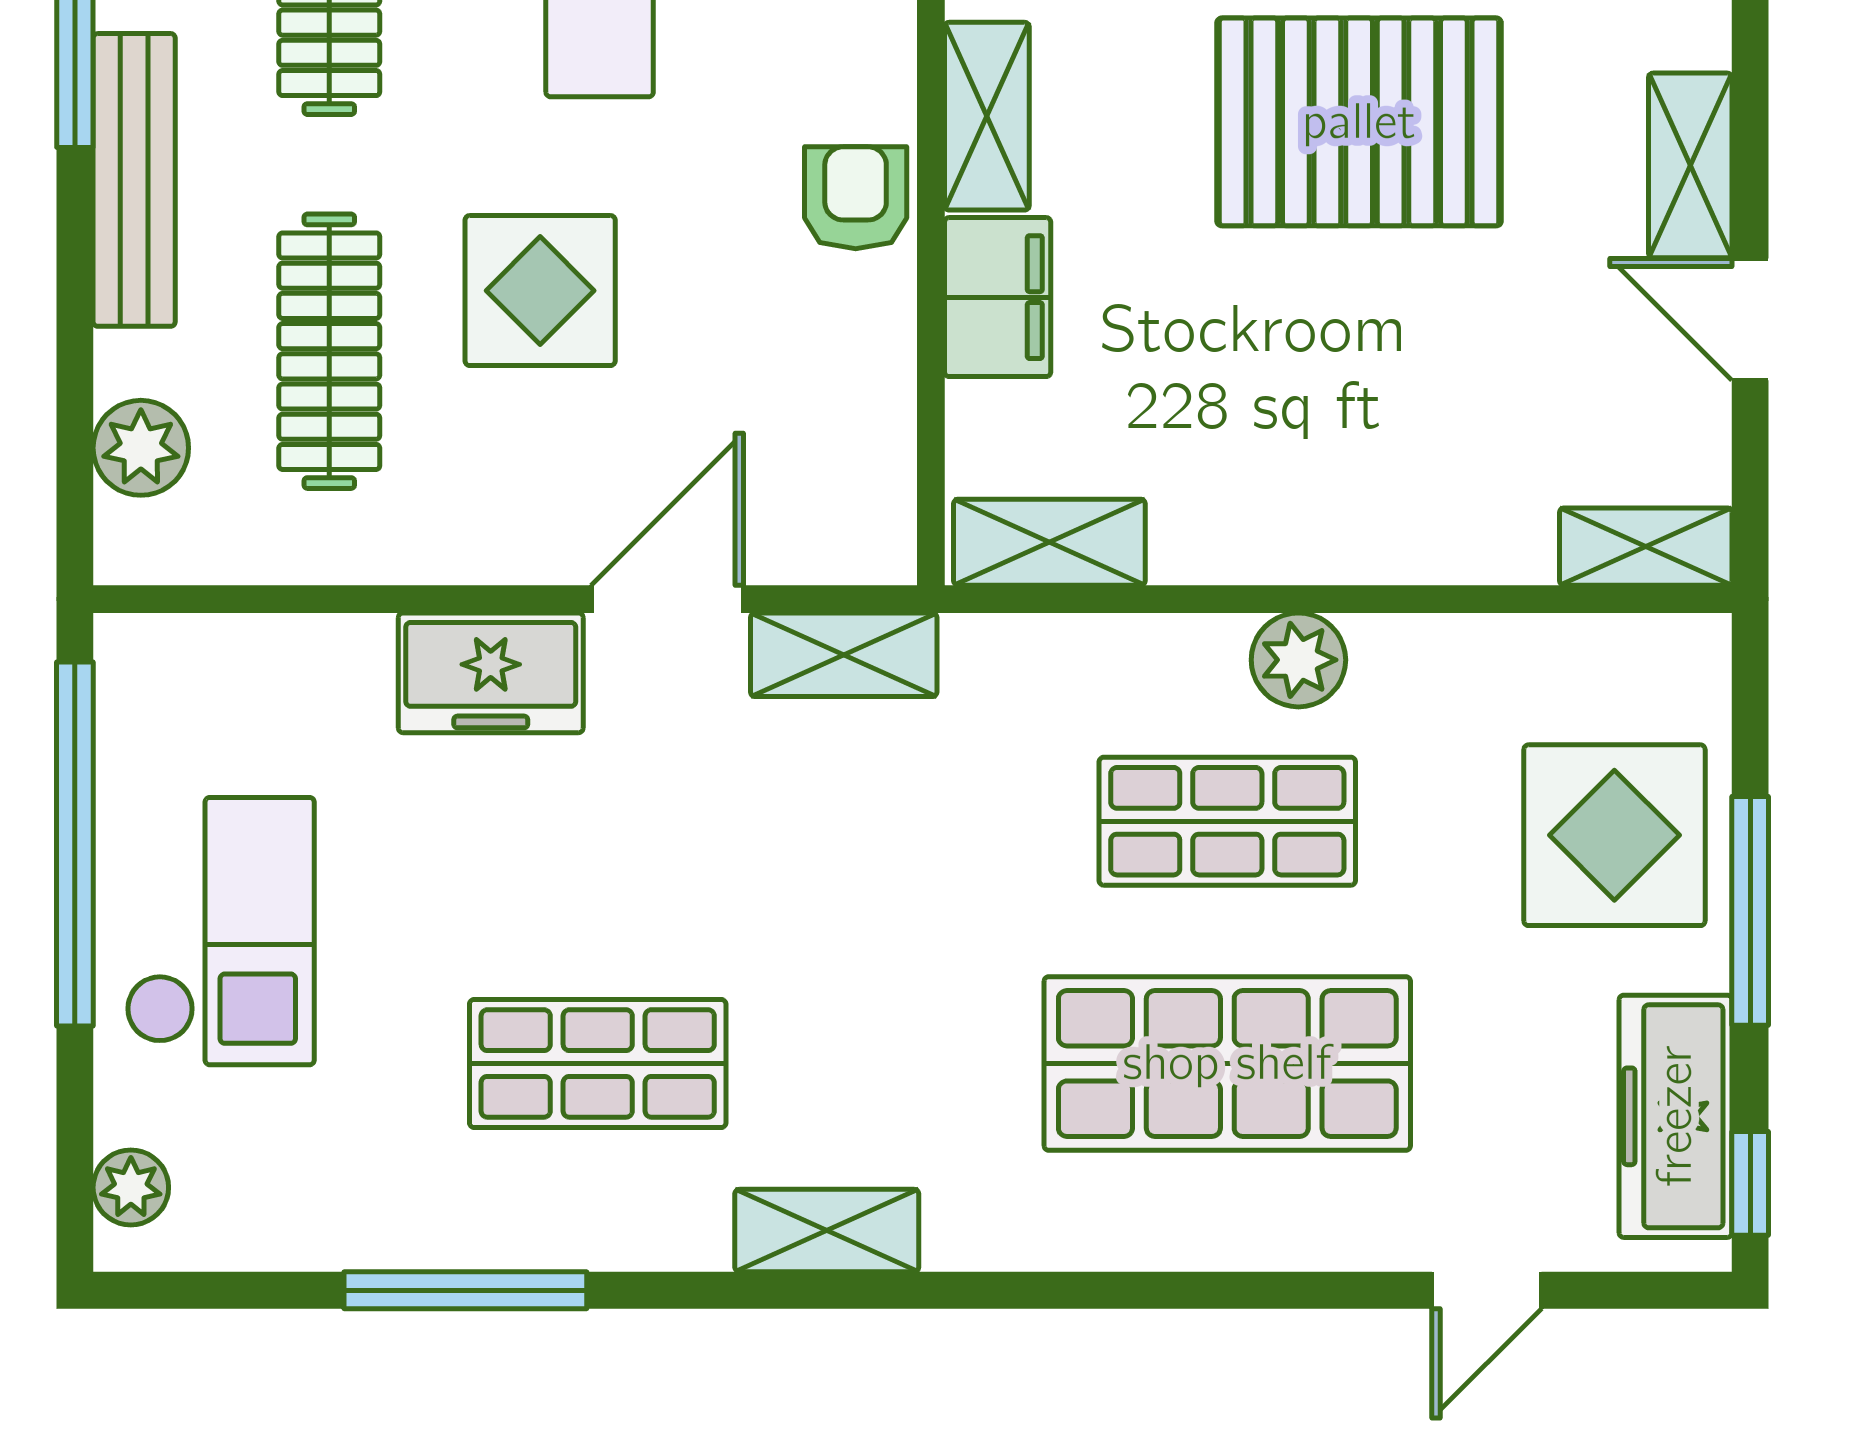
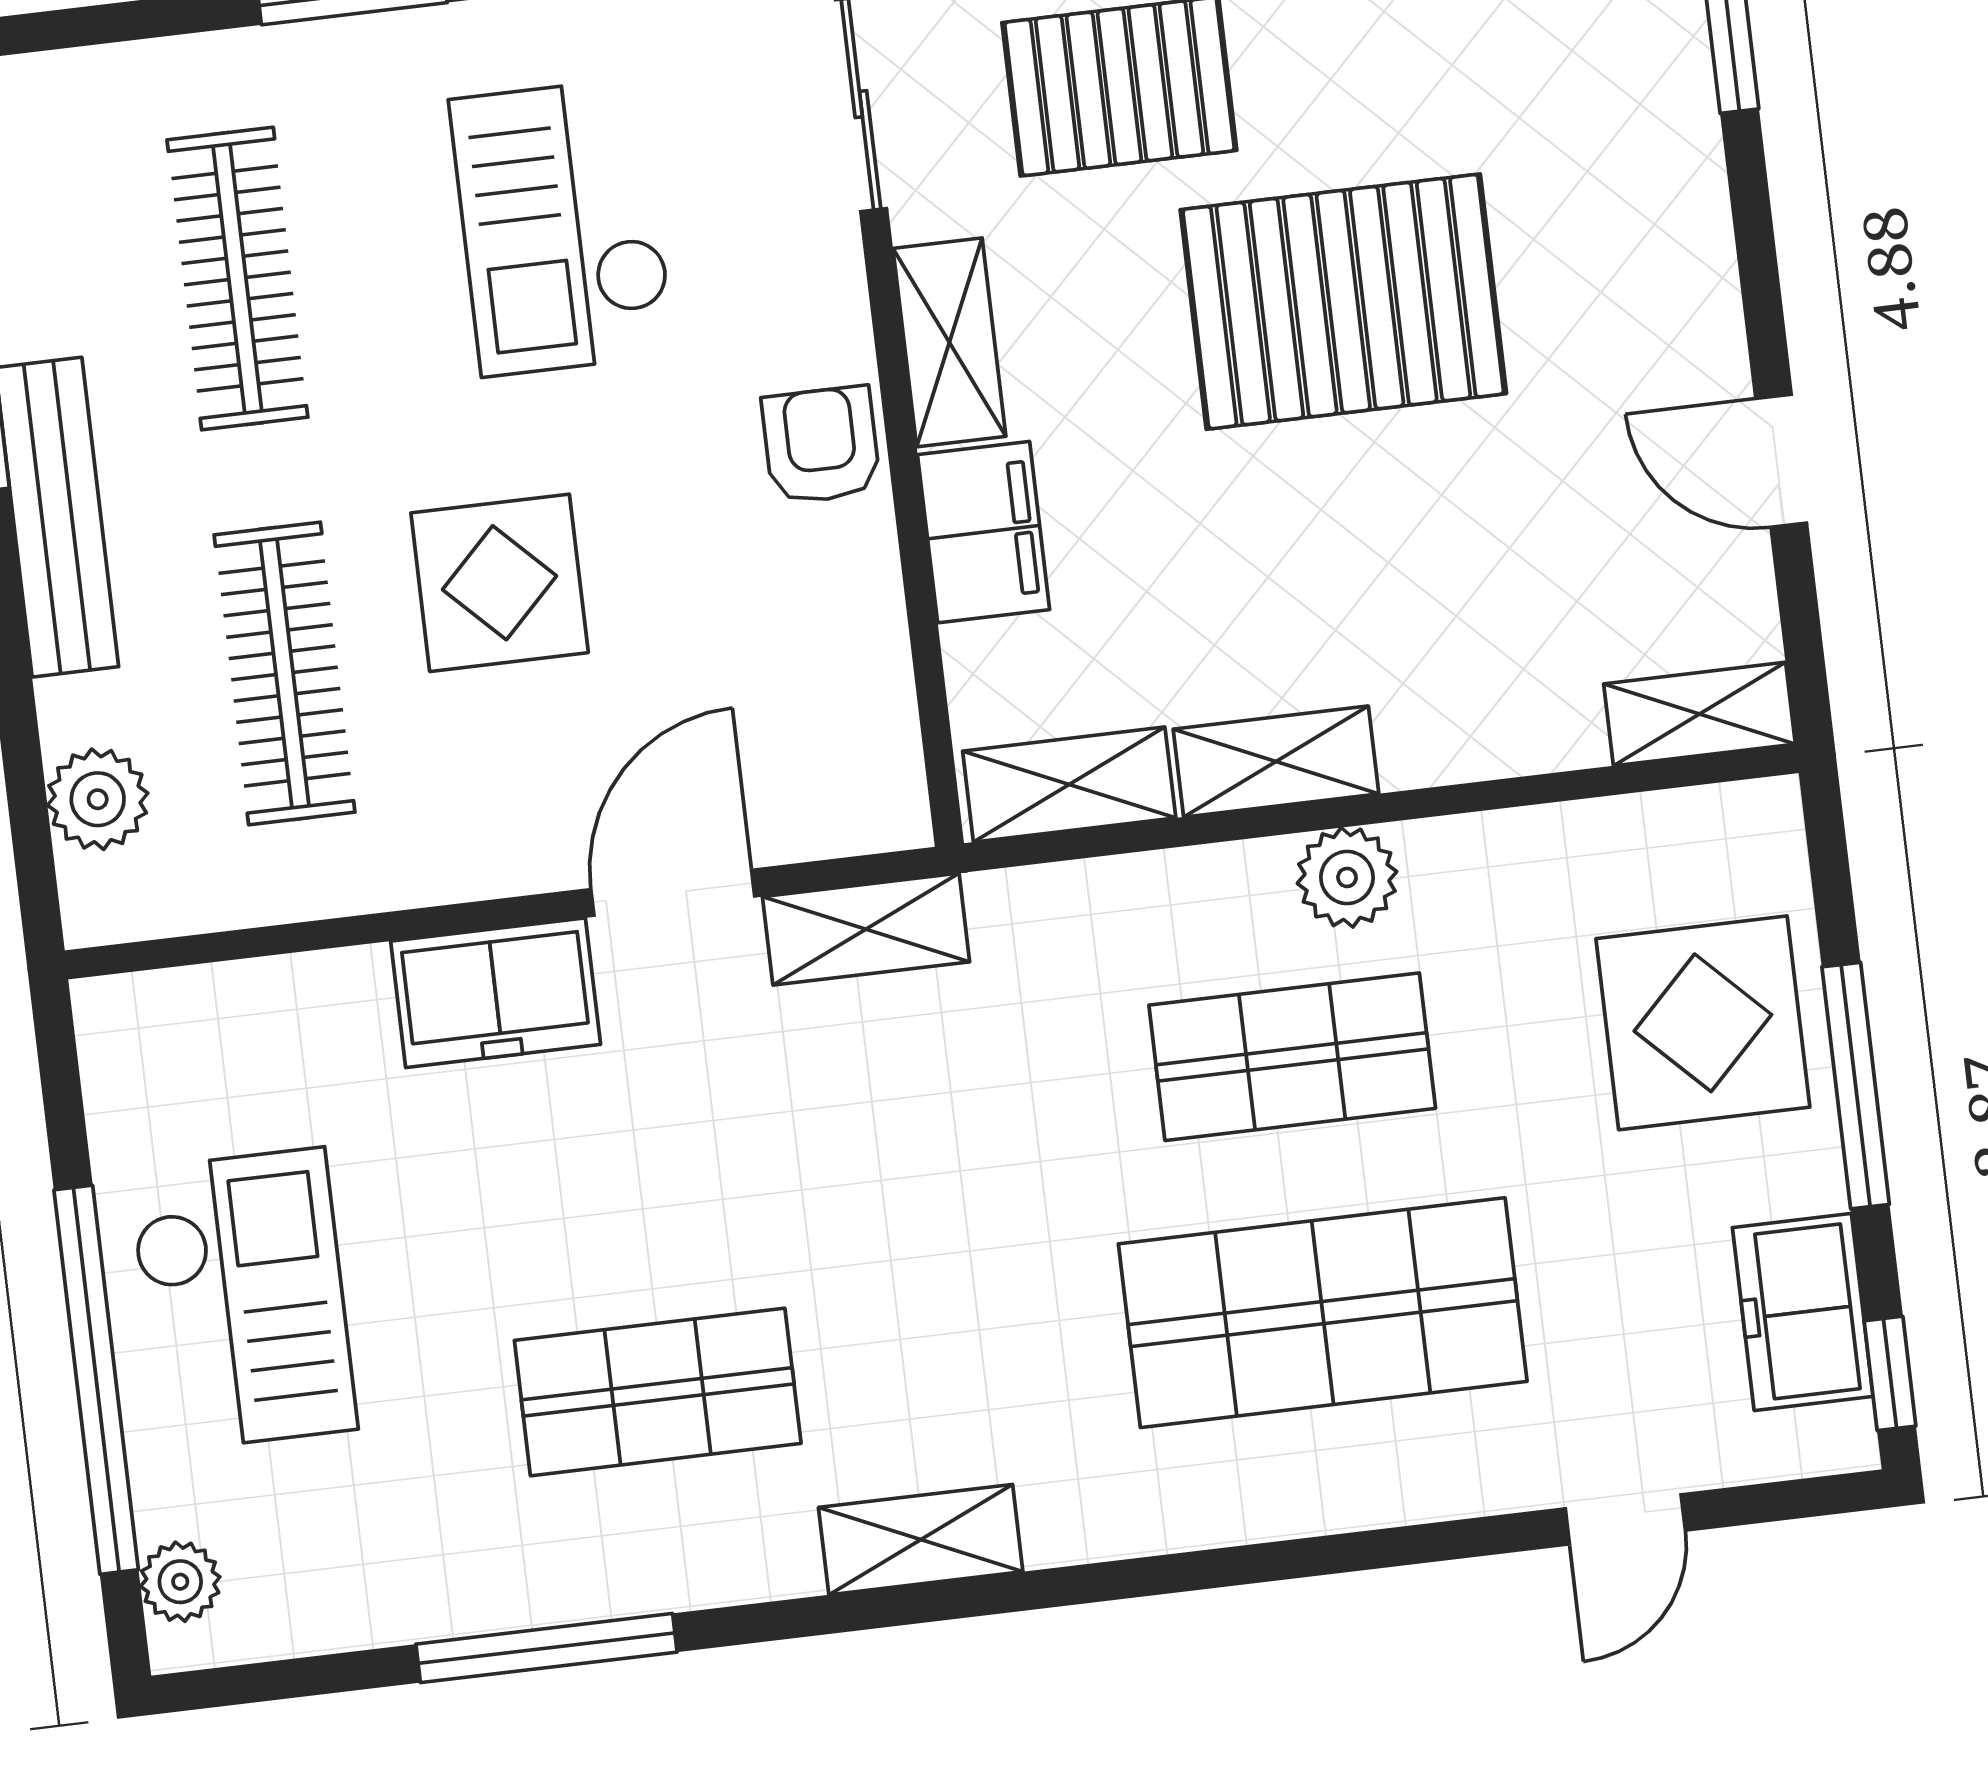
shelving: (1690, 165) -> (1276, 761), moved, turned 90
window: (75, 844) -> (96, 1380), moved
freezer: (1675, 1116) -> (1803, 1312), width x0.71

